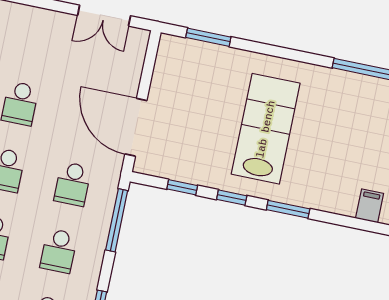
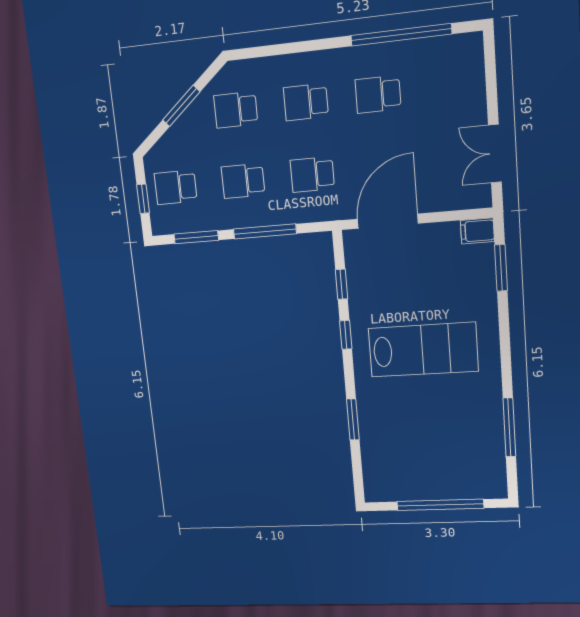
filing cabinet: (370, 206) -> (477, 231), moved, turned 180
window: (288, 209) -> (353, 419), moved
window: (117, 220) -> (265, 231), moved

